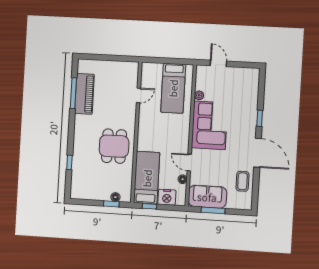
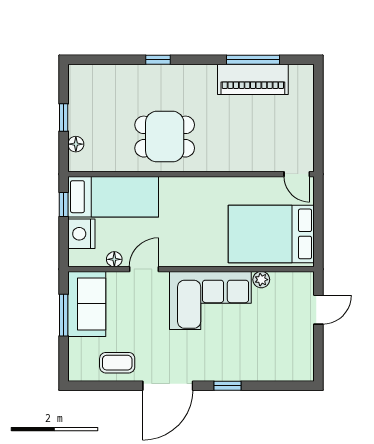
bed: (173, 88) -> (271, 234), width x1.50
door: (138, 95) -> (297, 174), moved
window: (69, 162) -> (158, 60), moved
window: (111, 204) -> (64, 117), moved

